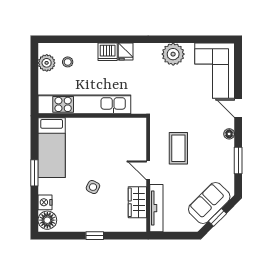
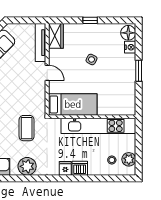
bed: (52, 148) -> (73, 104), moved, turned 90
coffee table: (178, 148) -> (27, 128), moved
wardrobe: (137, 202) -> (56, 36), moved

